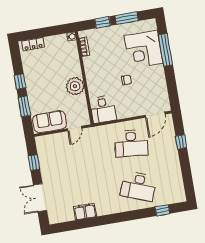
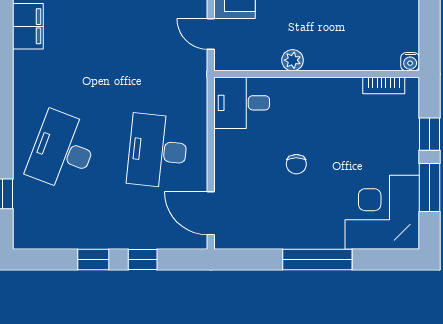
corner desk: (144, 49) -> (382, 212), moved
window: (166, 50) -> (317, 260), moved
plant: (75, 86) -> (293, 60), width x0.53, depth x0.53
window: (185, 164) -> (93, 260), added

